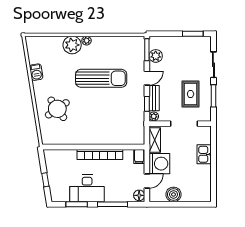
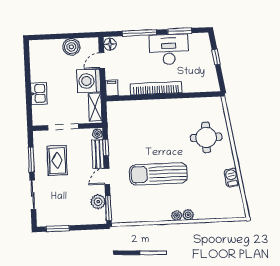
plant: (72, 45) -> (188, 215), width x0.53, depth x0.53
round table: (57, 109) -> (206, 137), turned 35

